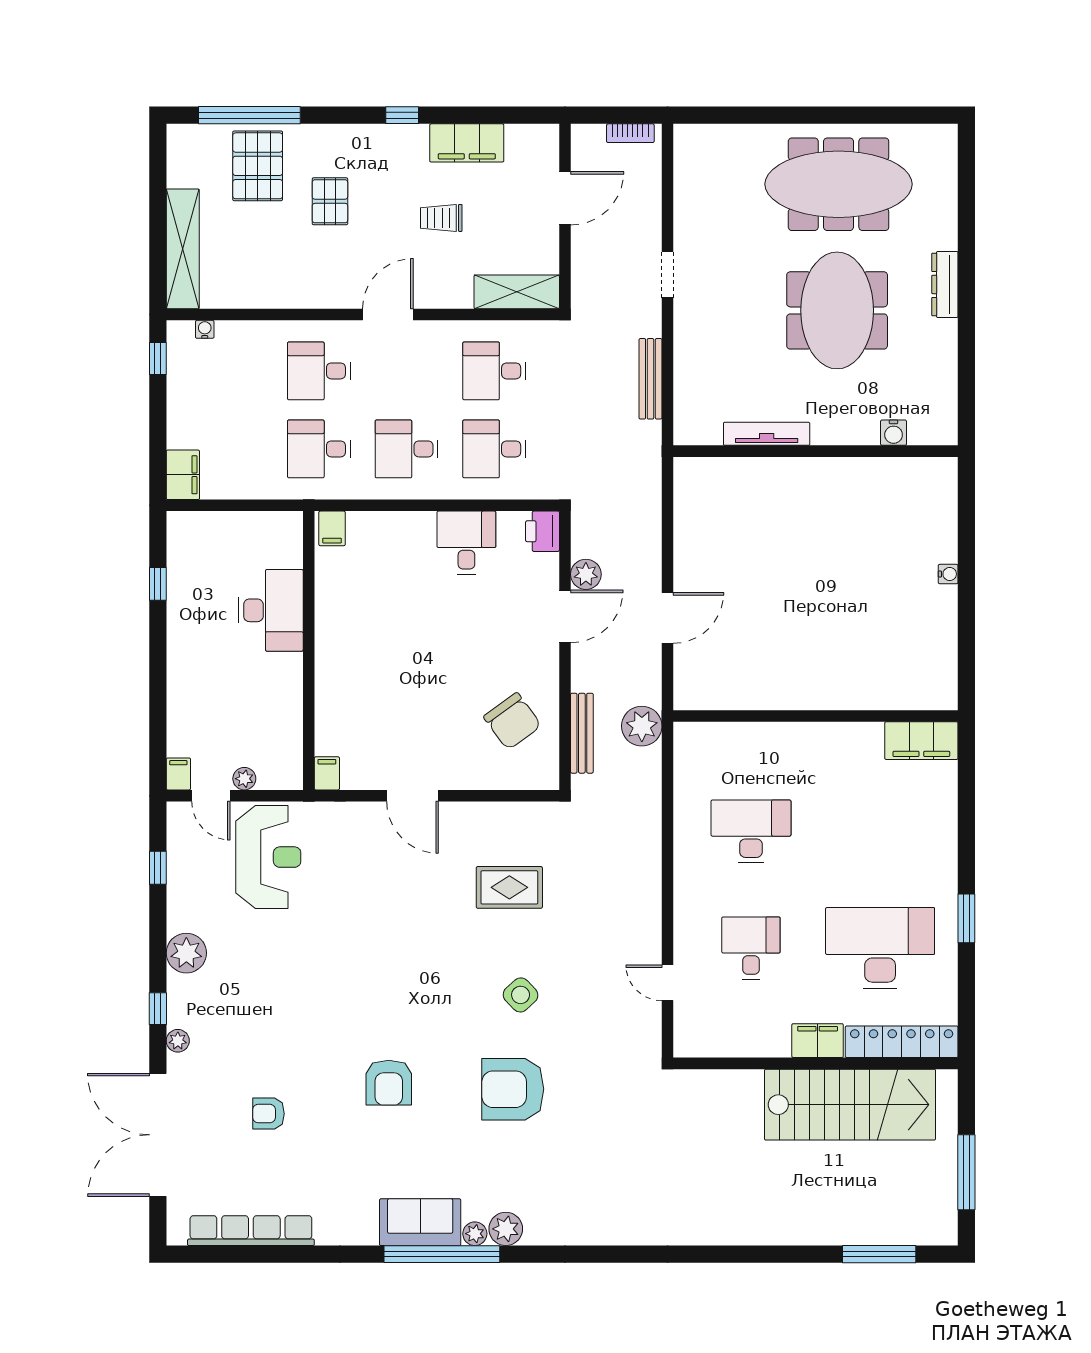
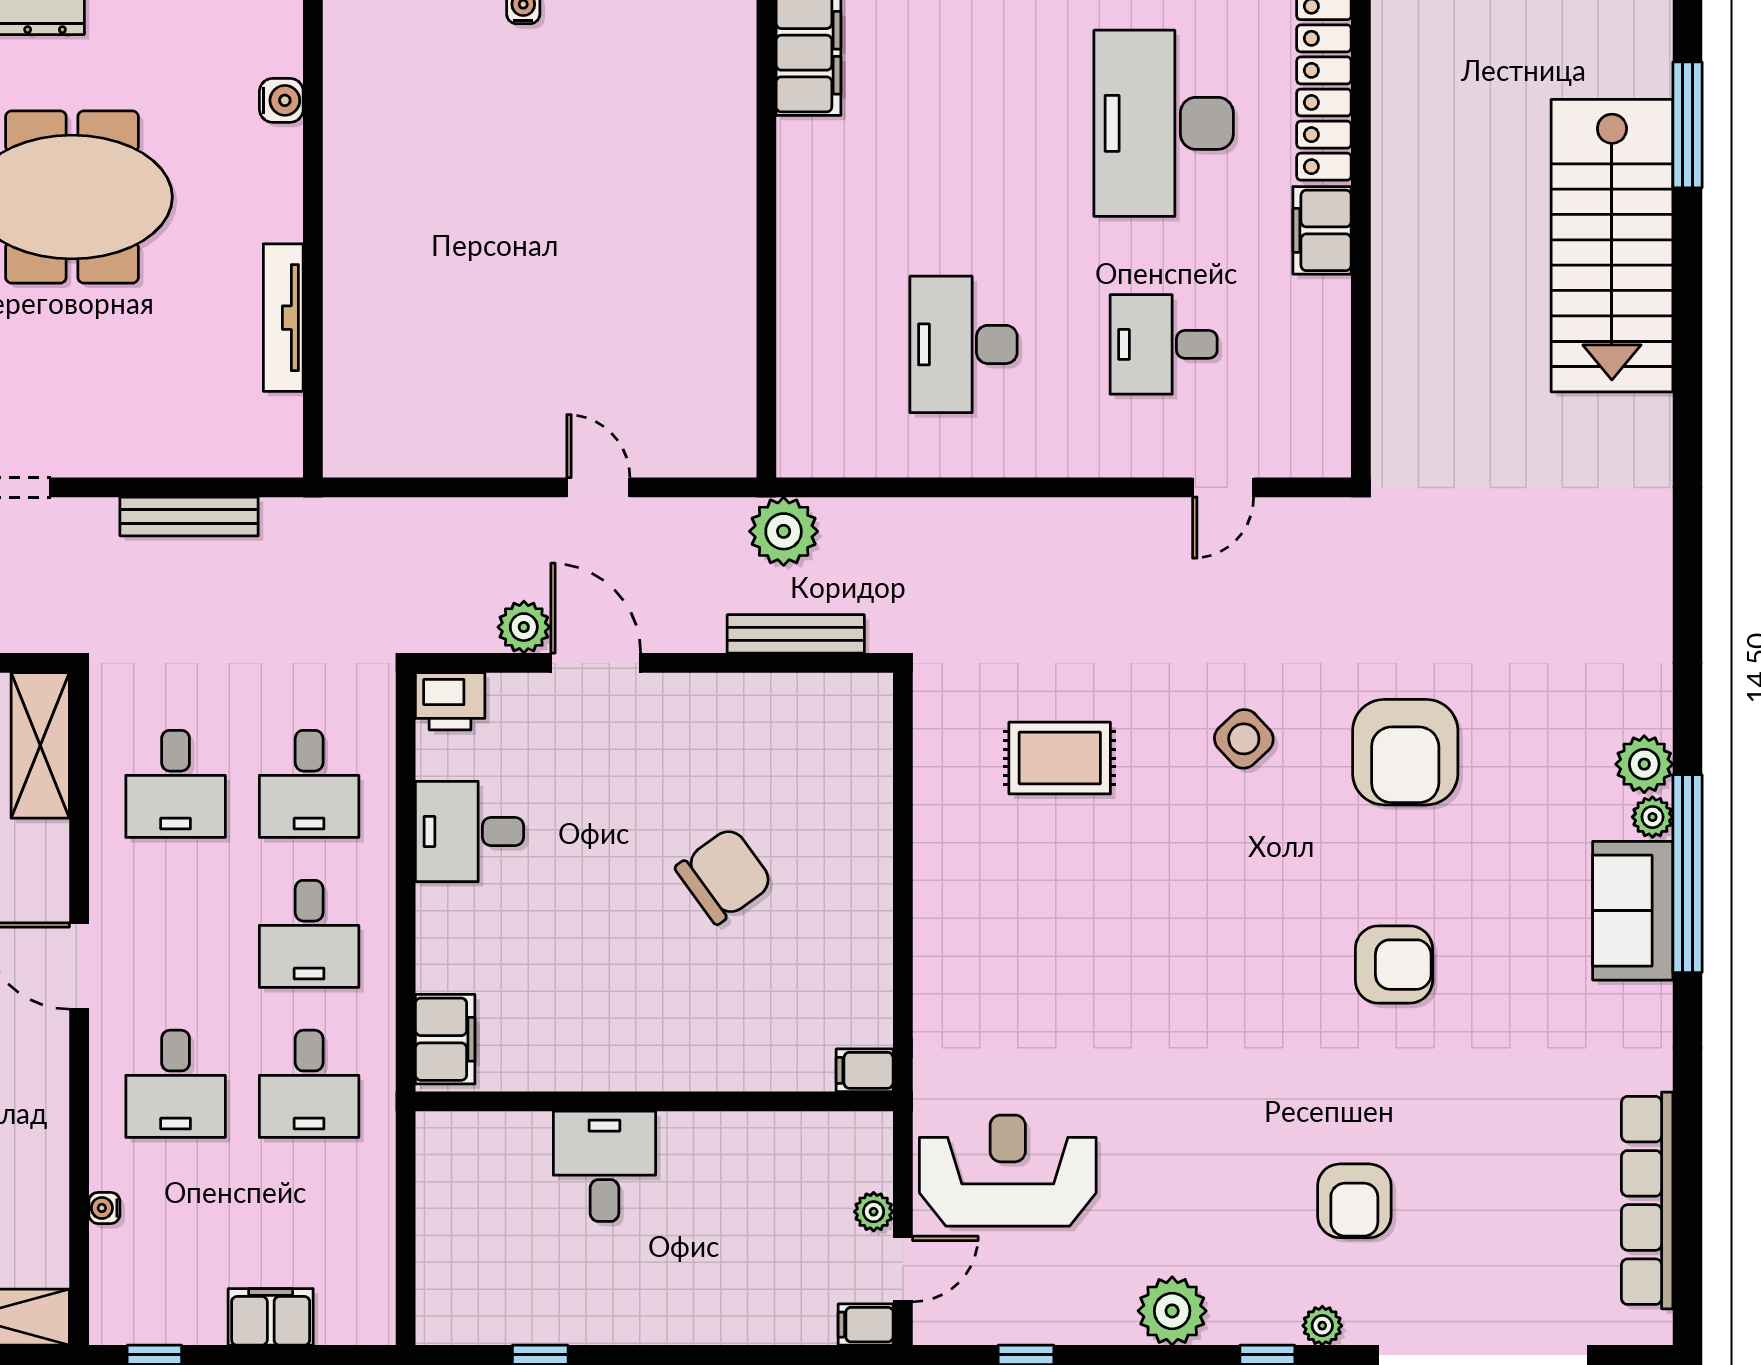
water cooler: (205, 329) -> (104, 1208), moved
filing cabinet: (183, 475) -> (271, 1317), moved
filing cabinet: (332, 528) -> (445, 1039), width x2.00
desk: (271, 610) -> (604, 1166), width x0.73
door: (667, 618) -> (598, 487), width x0.73
chair: (512, 721) -> (724, 876), moved
door: (413, 796) -> (903, 924), removed
rug: (509, 887) -> (1060, 758), turned 90
stairs: (850, 1105) -> (1612, 246), moved, turned 180
armchair: (268, 1114) -> (1354, 1201), moved, width x1.38, depth x1.38

